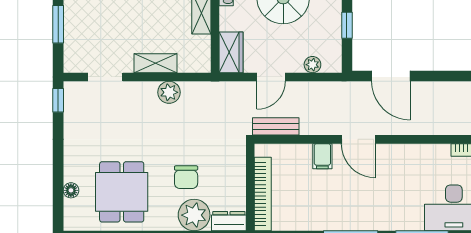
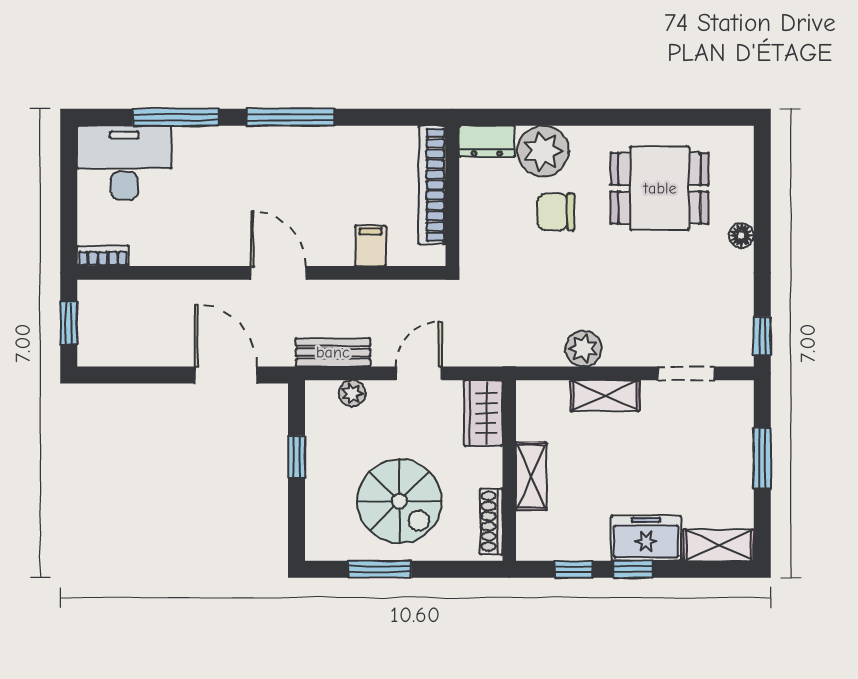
bench: (276, 126) -> (333, 352), moved
filing cabinet: (322, 156) -> (370, 246), moved
chair: (186, 177) -> (556, 212), turned -90
floor lamp: (71, 190) -> (741, 235), moved
dining table: (122, 192) -> (660, 188), turned 90

